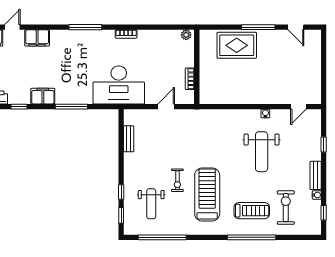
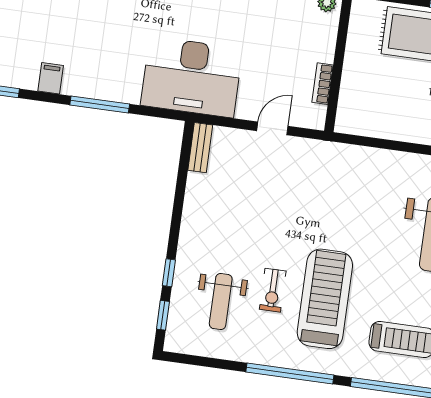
filing cabinet: (43, 96) -> (51, 78), width x0.50
bench: (129, 139) -> (200, 148), moved
exercise bike: (177, 180) -> (273, 290), moved
window: (162, 237) -> (290, 373), moved

